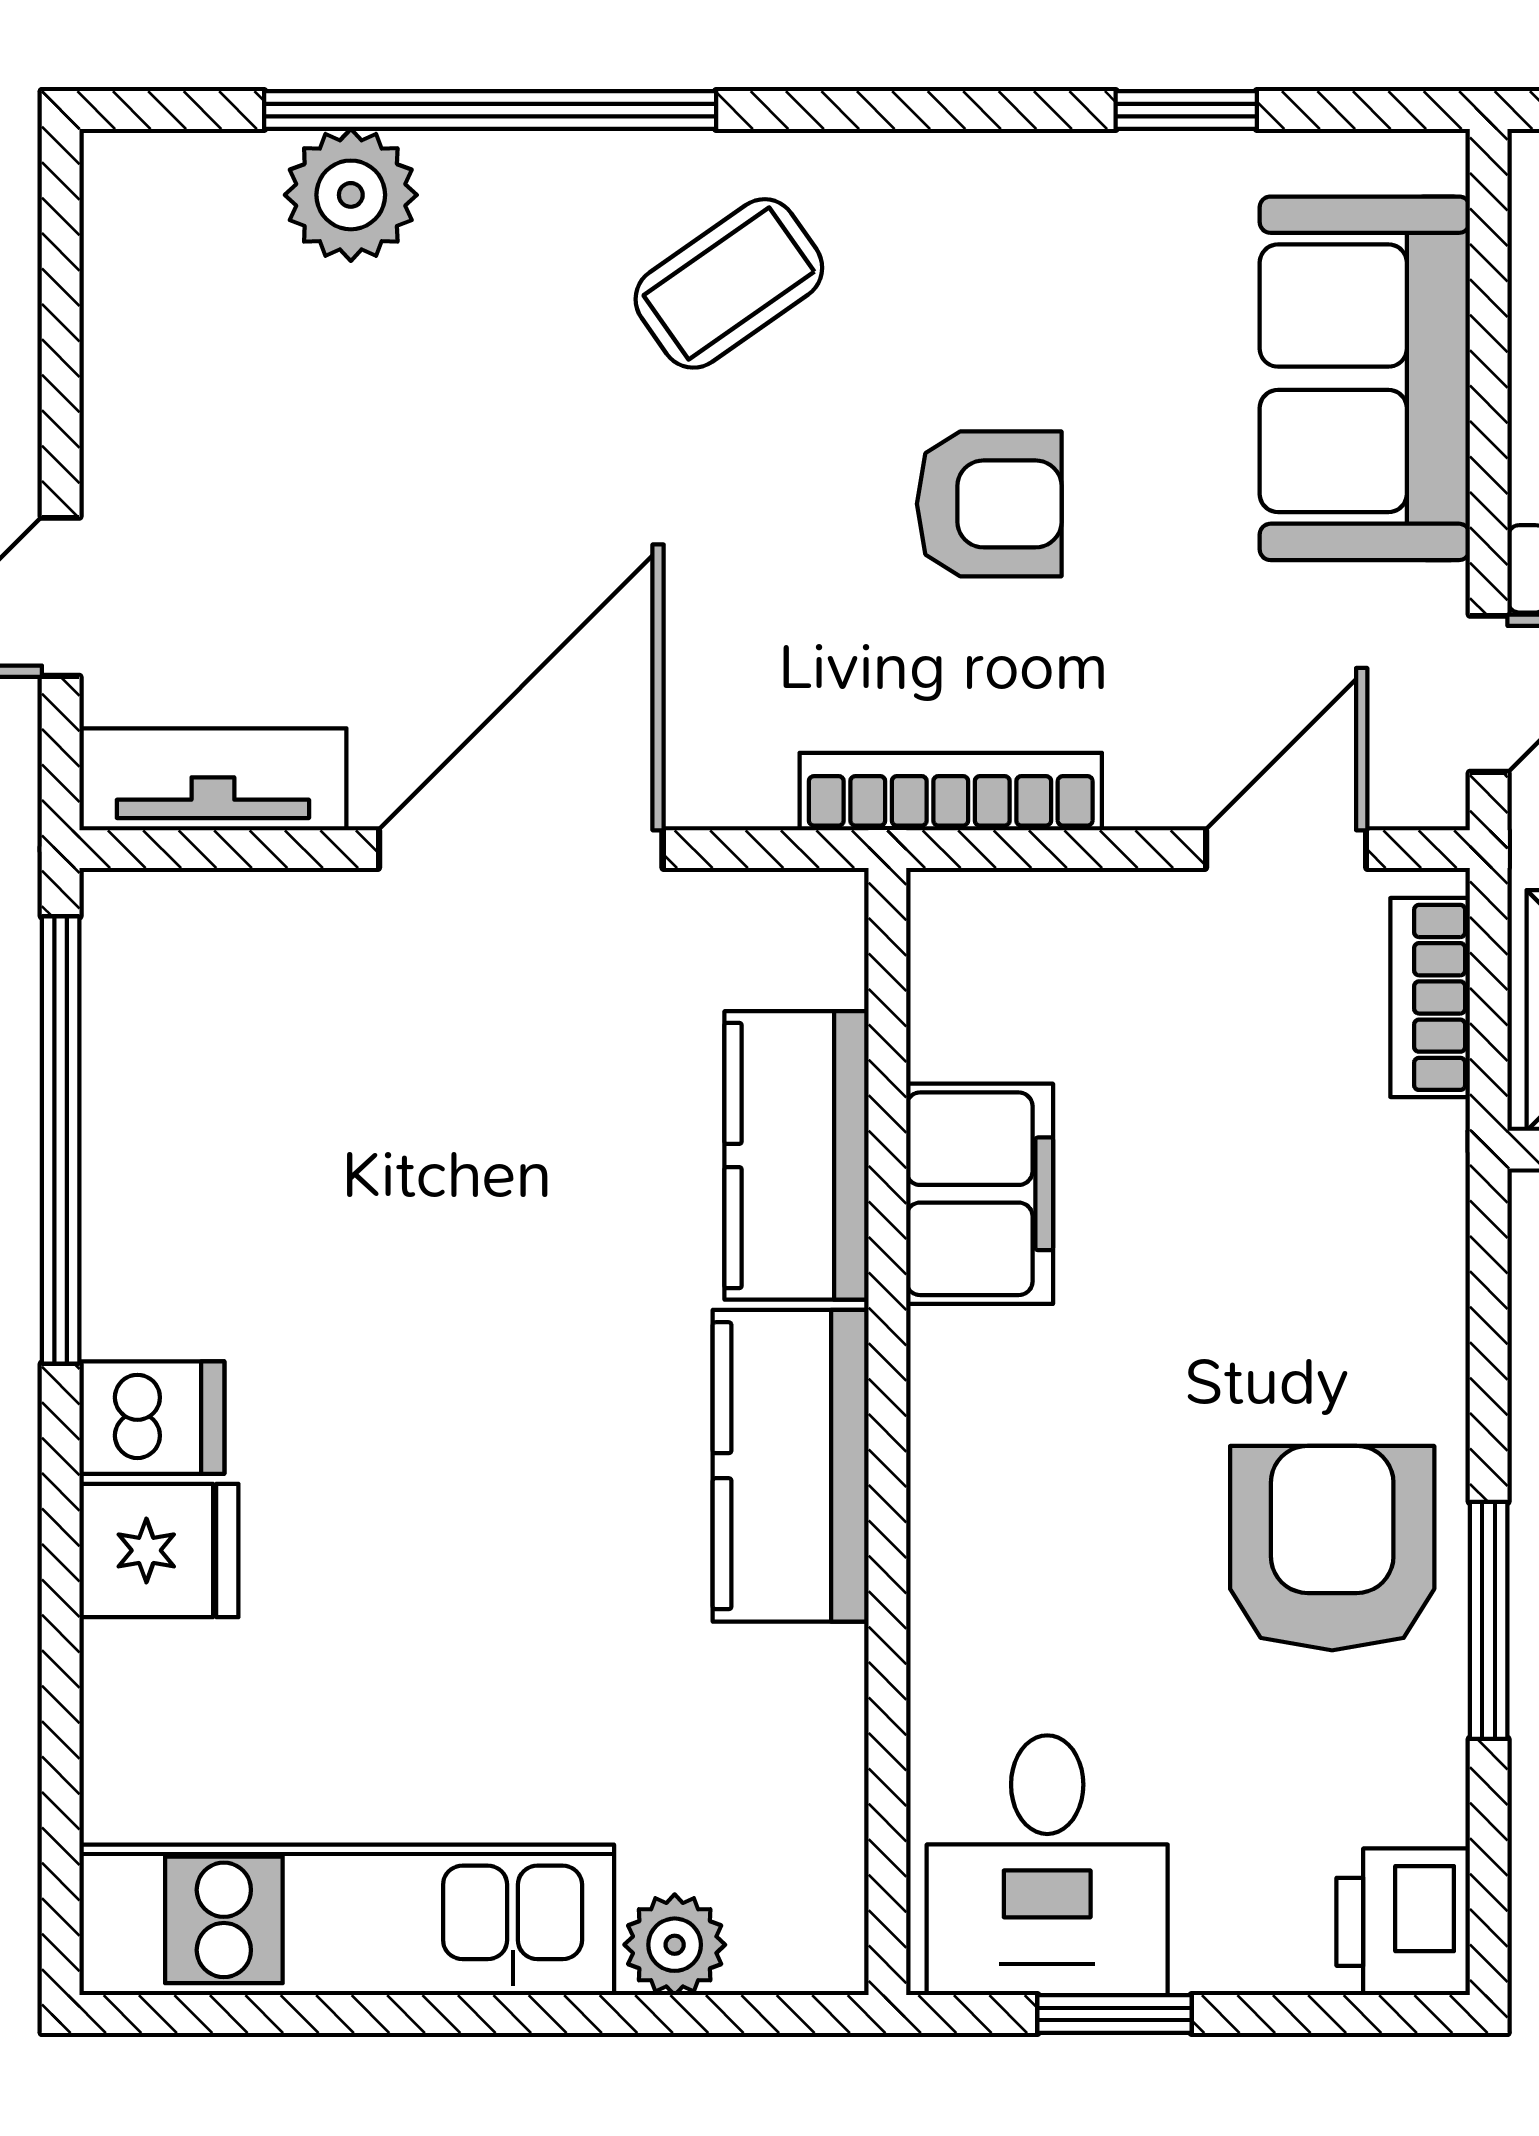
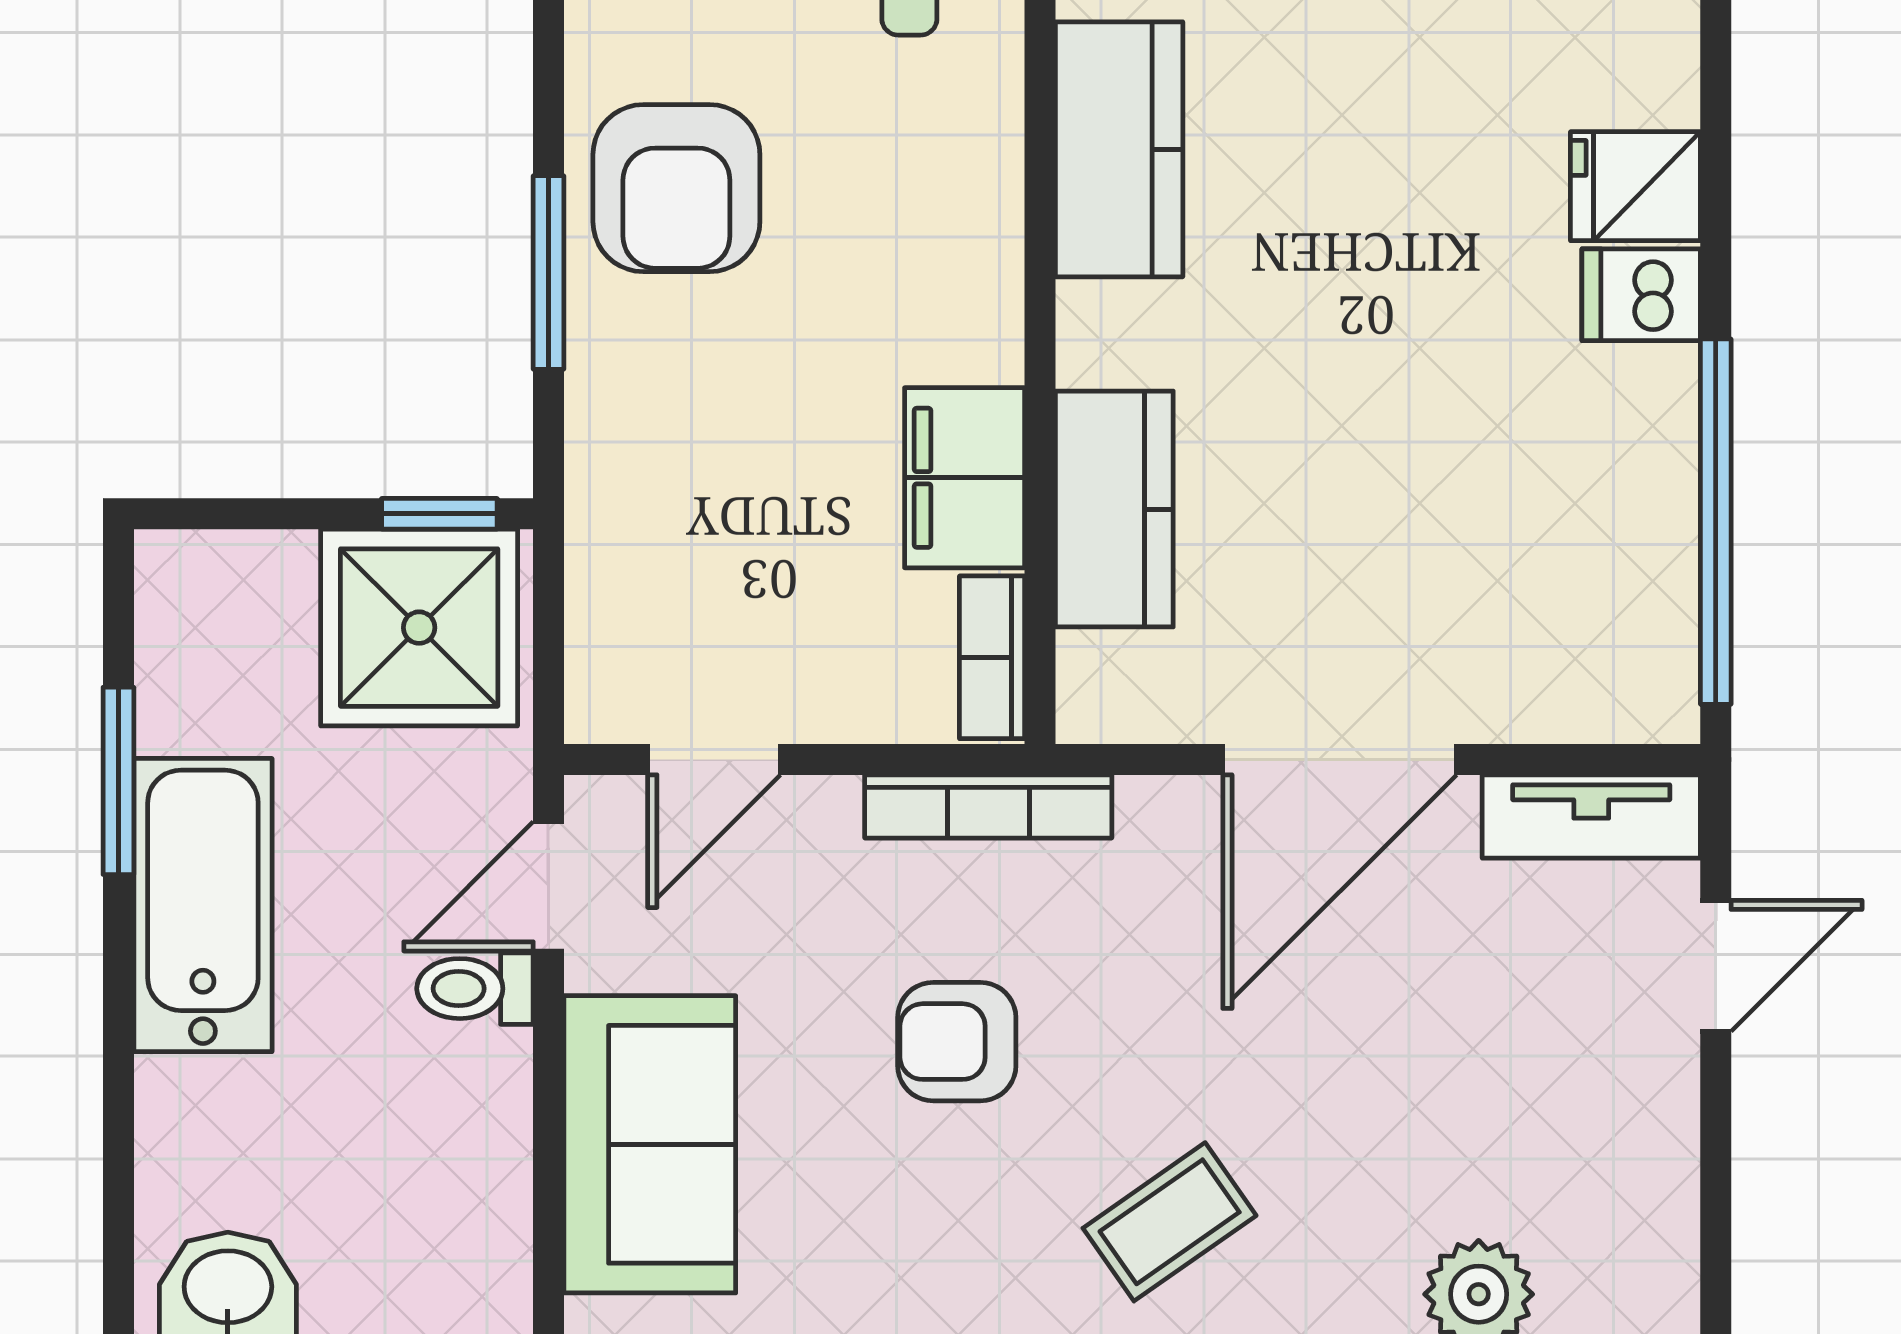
bookcase: (1430, 997) -> (992, 657), moved, turned 180
kitchen counter: (791, 1466) -> (1119, 149), moved
window: (1489, 1620) -> (548, 272), moved

